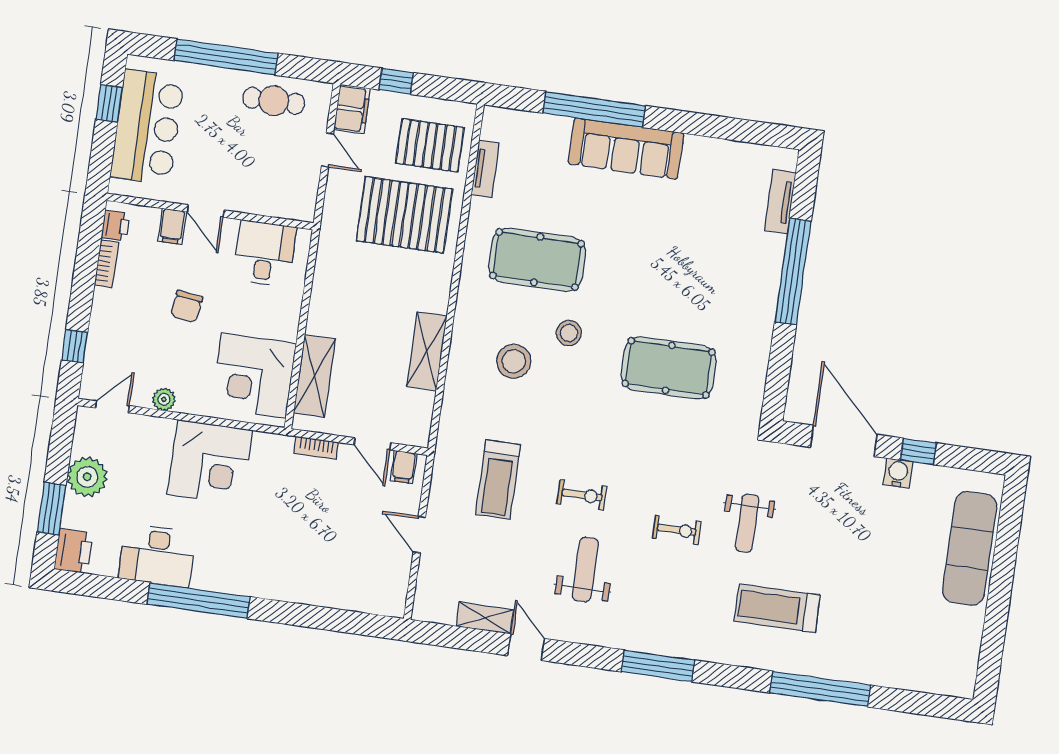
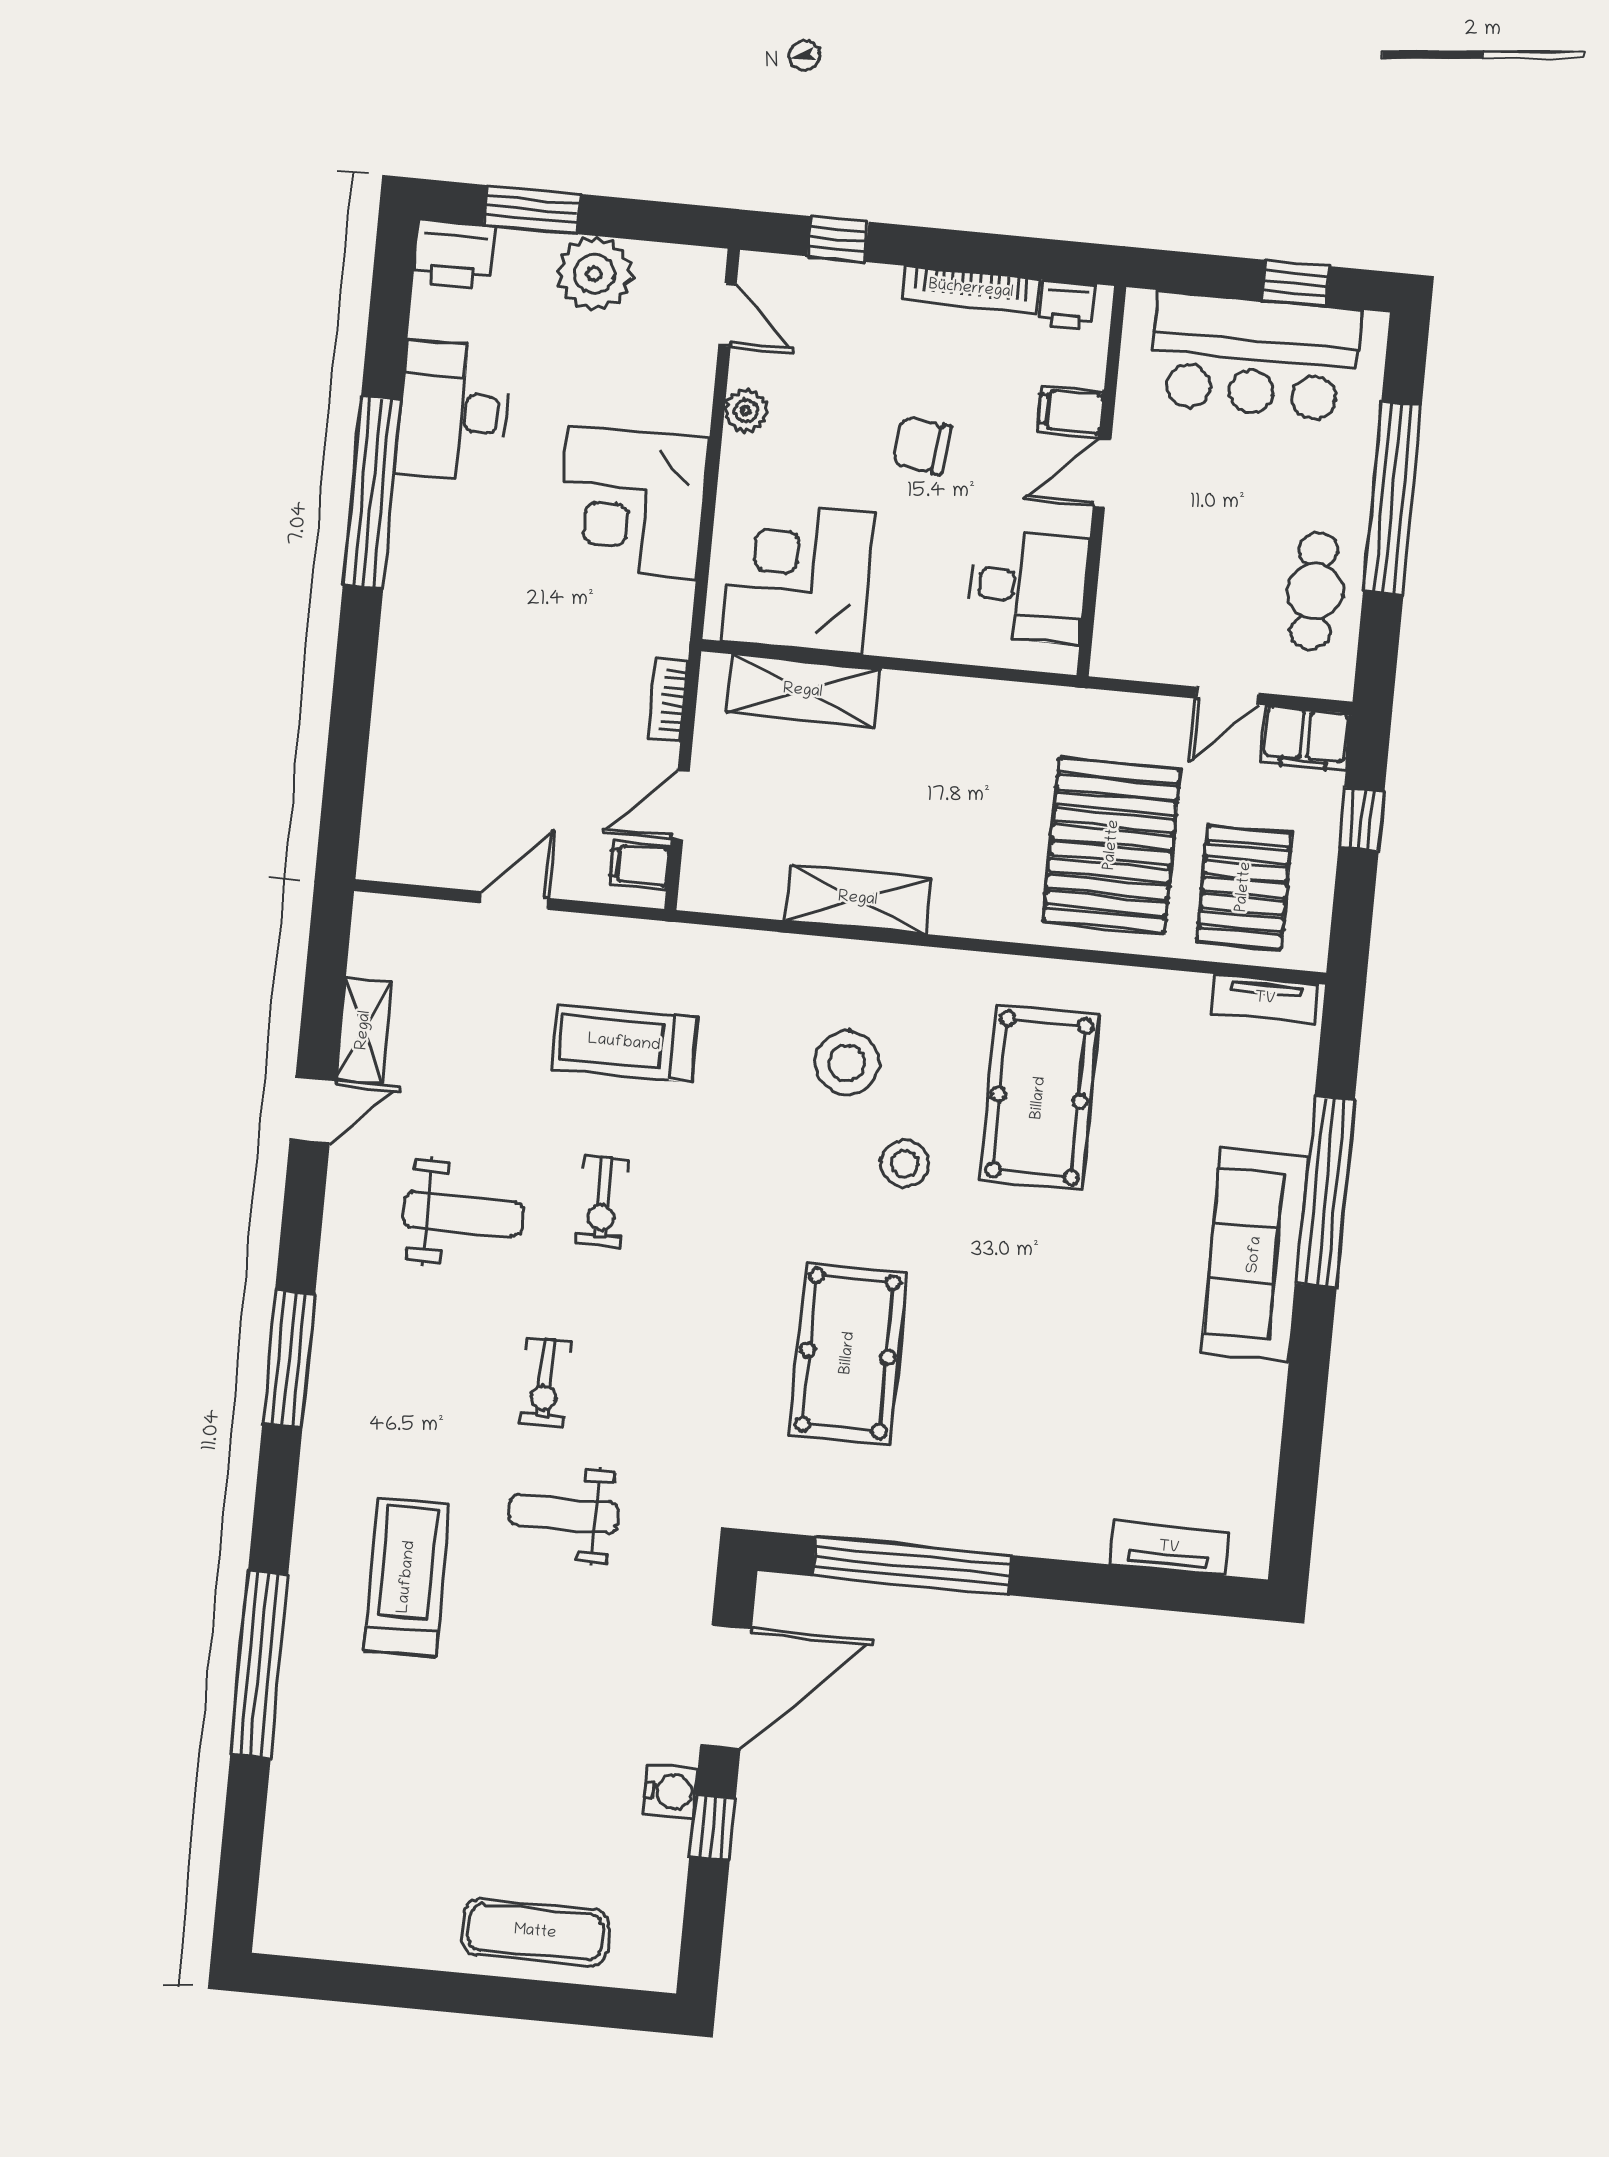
tv unit: (485, 169) -> (1265, 999), moved
bookcase: (106, 264) -> (971, 289), width x1.56
window: (793, 271) -> (912, 1566), moved
exercise mat: (970, 548) -> (535, 1932), width x0.73, depth x0.69

